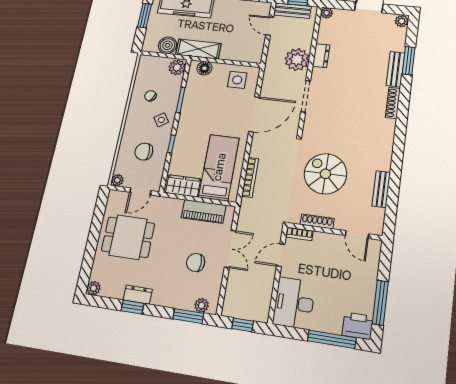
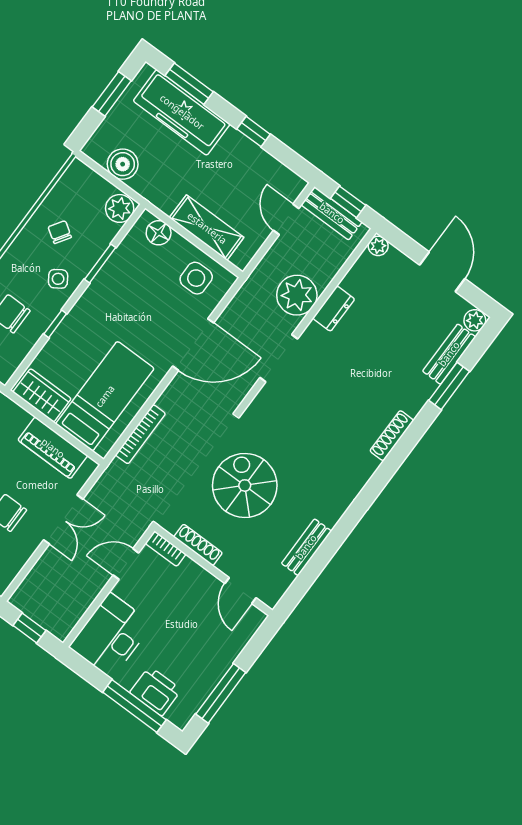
shelving: (198, 49) -> (207, 228), moved
bench: (395, 69) -> (449, 354), moved
printer: (358, 326) -> (156, 691), moved

